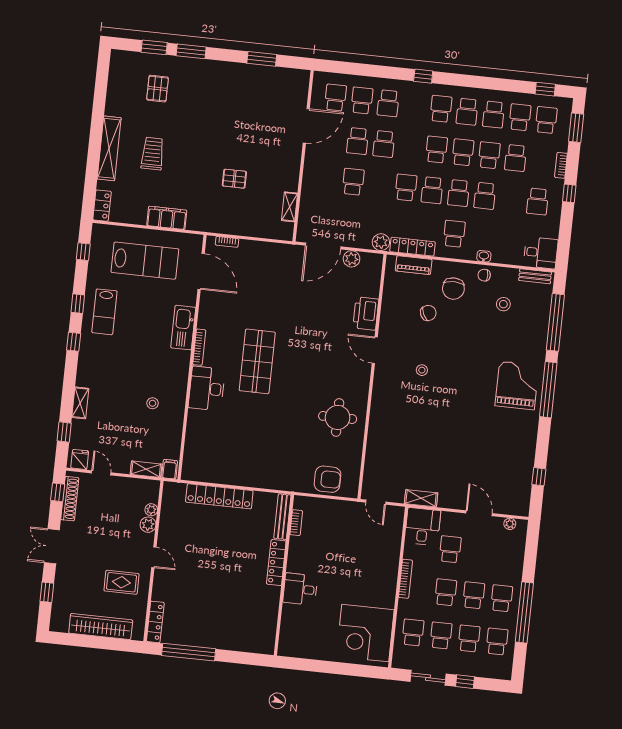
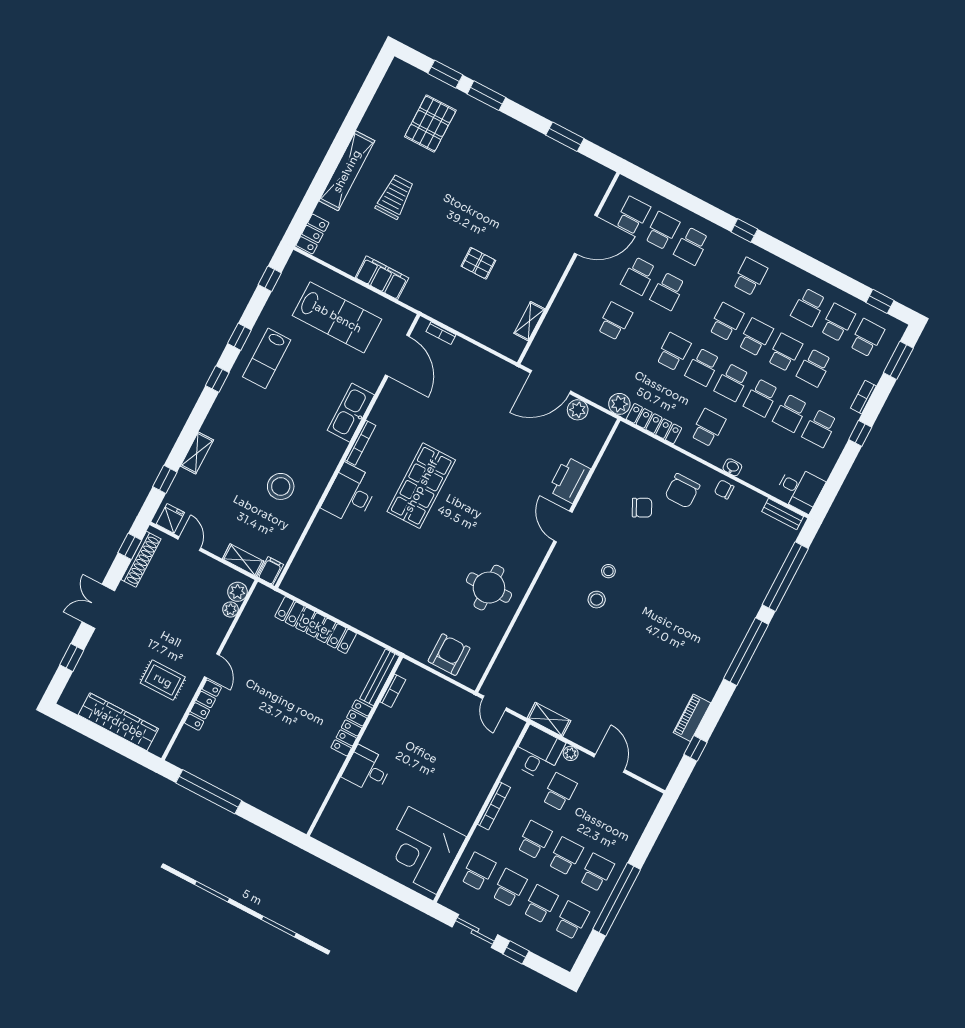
pallet: (158, 89) -> (430, 123), width x1.50, depth x1.42
school desk: (467, 112) -> (790, 413), moved
piano: (414, 265) -> (692, 718), moved, turned 90
stool: (503, 304) -> (597, 600), moved
grand piano: (517, 385) -> (712, 632), removed
stool: (153, 403) -> (281, 486), width x1.89, depth x1.89
armchair: (328, 479) -> (449, 655), turned -90
plant: (510, 524) -> (571, 753), moved
plant: (148, 525) -> (237, 592), moved
locker: (155, 622) -> (203, 705), moved

